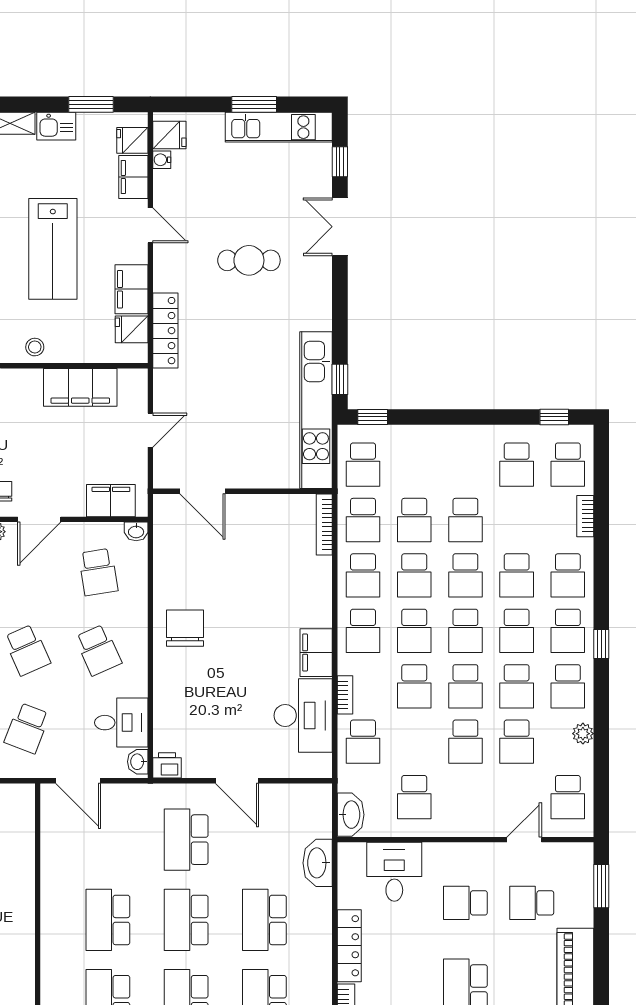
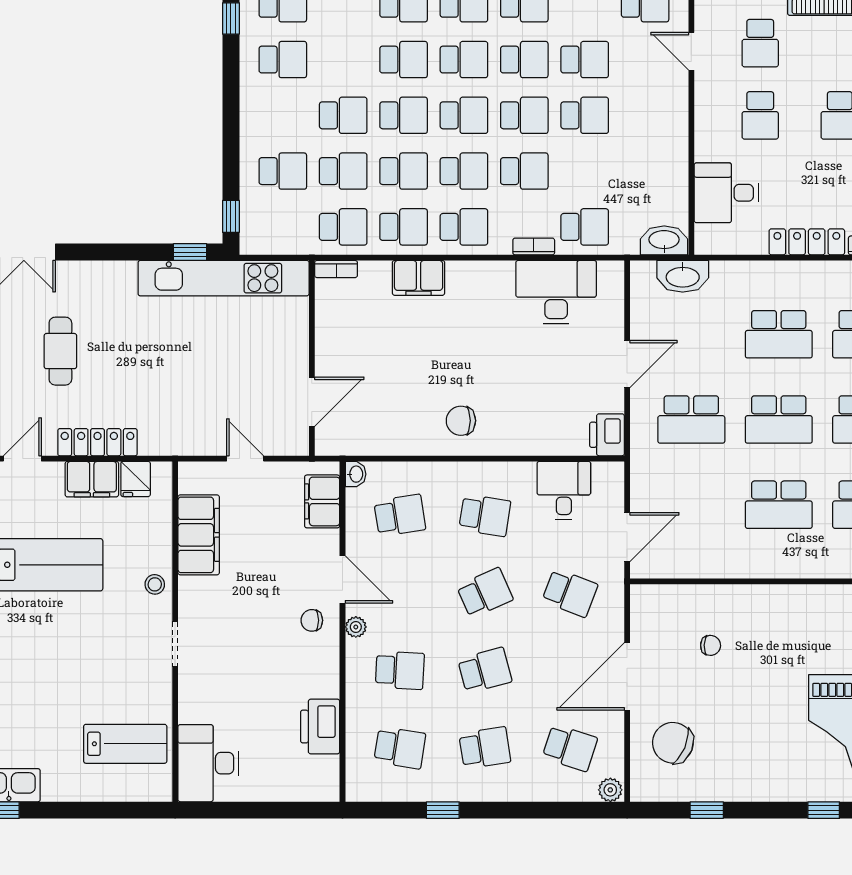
locker: (165, 331) -> (97, 442), moved
school desk: (363, 465) -> (283, 171), moved
bookcase: (324, 524) -> (336, 269), width x0.64
chair: (185, 628) -> (461, 421), width x0.73, depth x0.73
school desk: (98, 650) -> (485, 515), turned 33
filing cabinet: (316, 653) -> (419, 278), moved
washbasin: (138, 762) -> (606, 472), removed
printer: (167, 765) -> (607, 435), width x1.36, depth x1.24
school desk: (414, 797) -> (645, 171), removed
washbasin: (318, 863) -> (683, 276), moved

